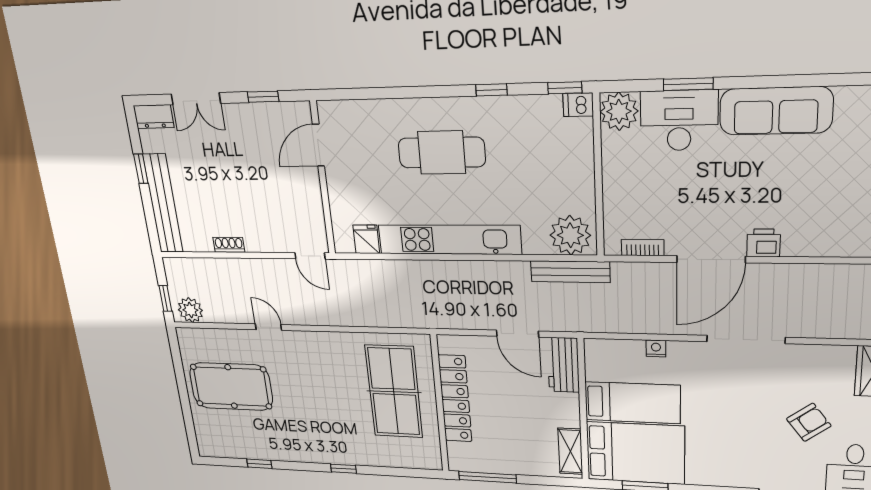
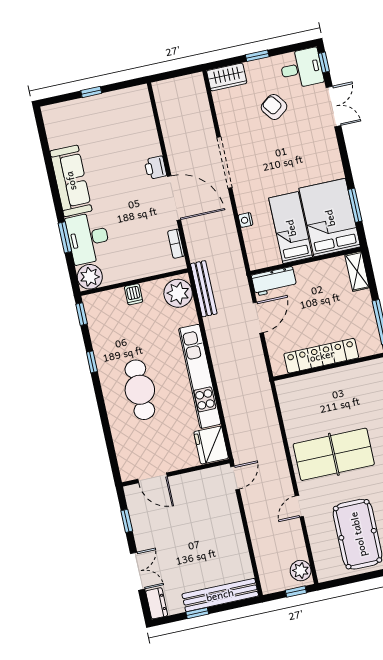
dishwasher: (578, 105) -> (134, 294), moved
fridge: (366, 239) -> (211, 445), width x1.88, depth x1.34
shoe rack: (229, 245) -> (241, 541), removed
table tennis table: (394, 392) -> (334, 454), moved
shelving: (570, 451) -> (357, 271), moved, turned 90

